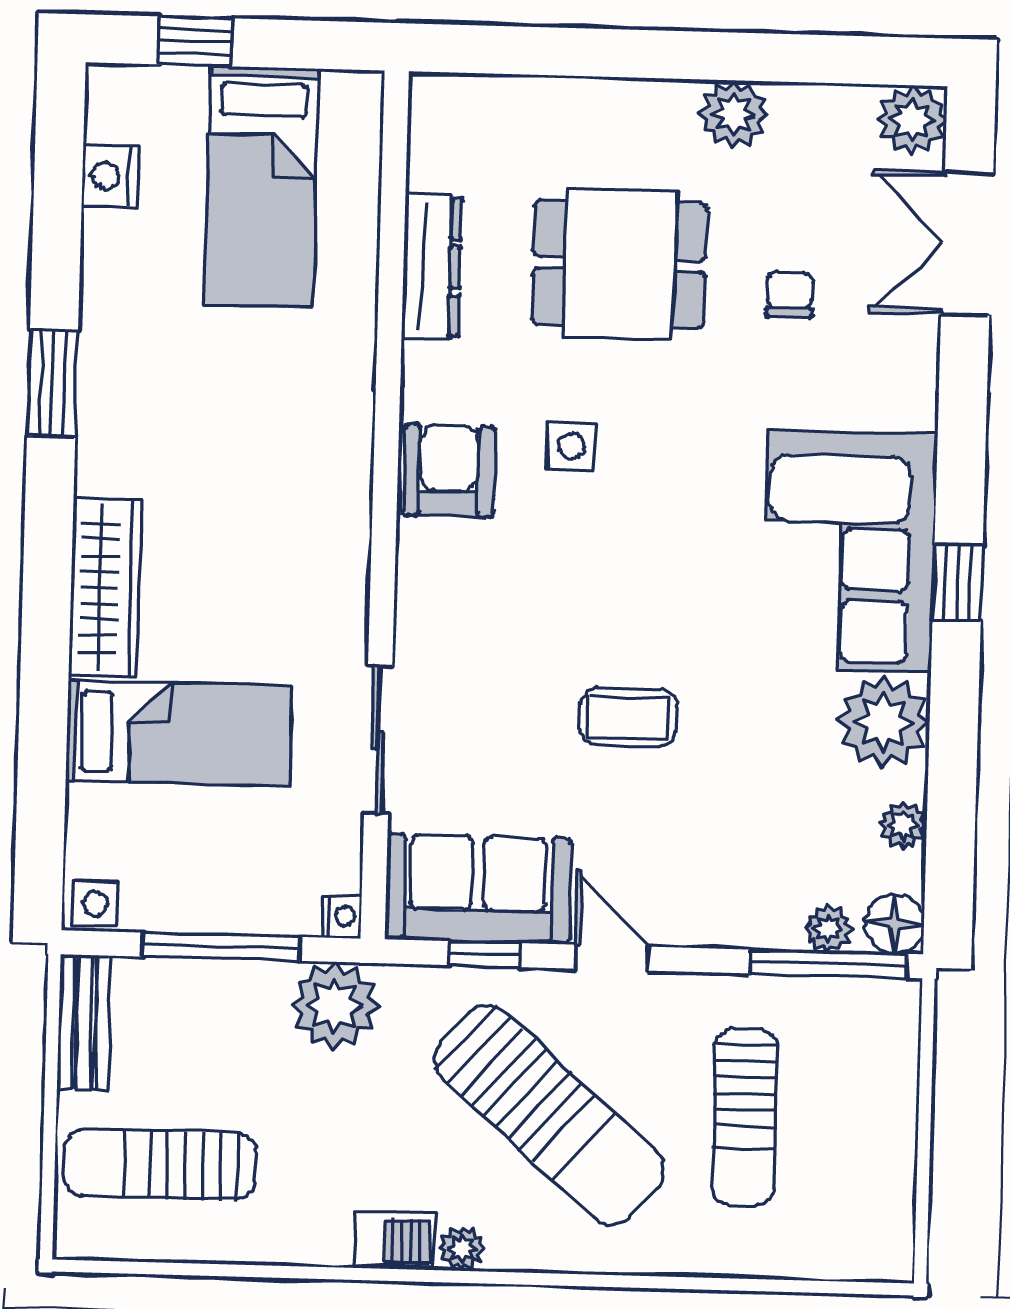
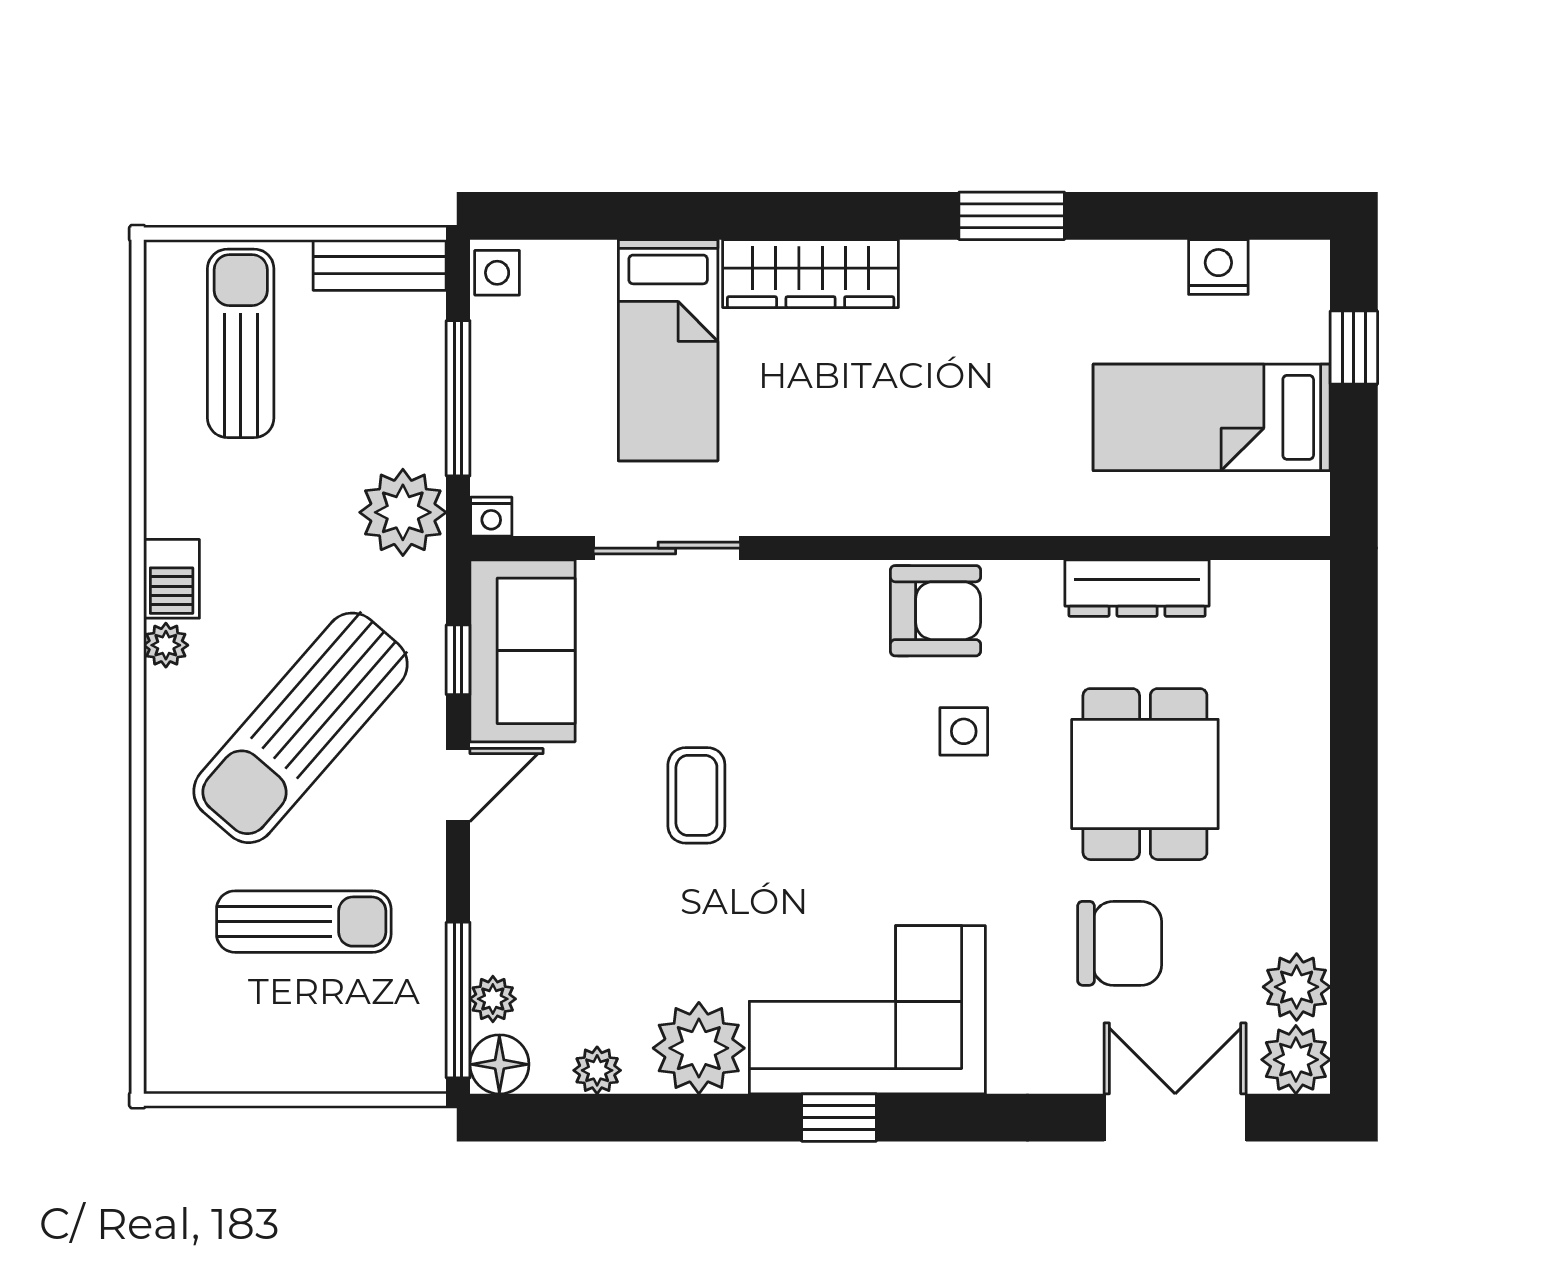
plant: (734, 114) -> (1297, 987), moved
chair: (790, 295) -> (1120, 943), width x1.87, depth x1.87
sun lounger: (745, 1117) -> (304, 922), turned 180

